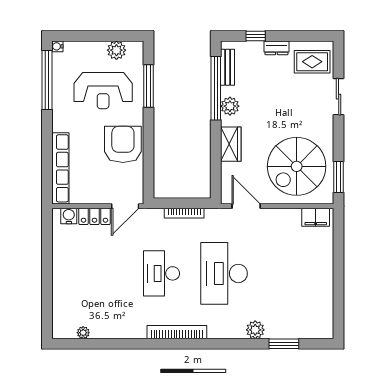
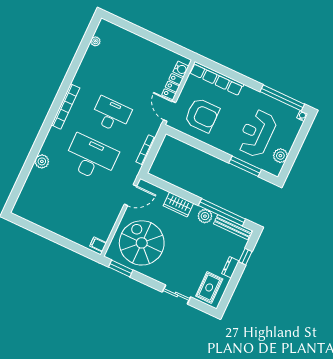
bench: (228, 67) -> (233, 227), width x1.36
armchair: (123, 144) -> (202, 115), moved
filing cabinet: (316, 217) -> (98, 244), width x0.50
window: (284, 344) -> (23, 177), removed

